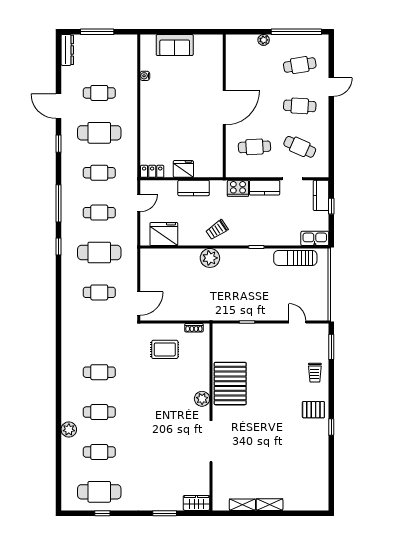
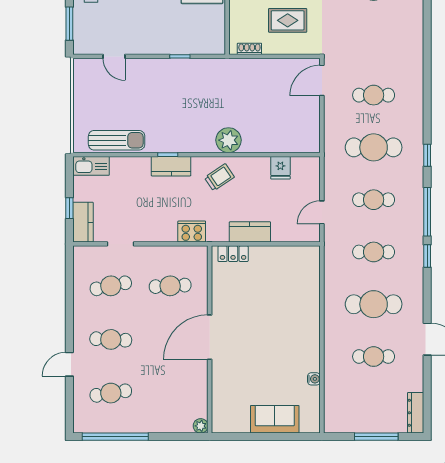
plant: (264, 40) -> (201, 426), moved
window: (58, 144) -> (427, 256), moved
cafe table: (300, 147) -> (111, 286), turned -36
fridge: (183, 169) -> (263, 257), removed
locker: (152, 171) -> (233, 254), moved
kitchen counter: (265, 188) -> (171, 166), moved, turned 180
fridge: (164, 234) -> (280, 168), width x0.53, depth x0.75

